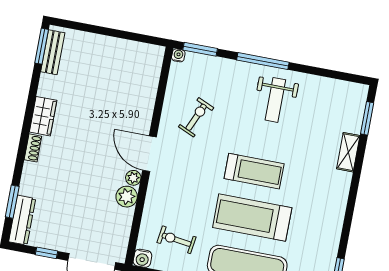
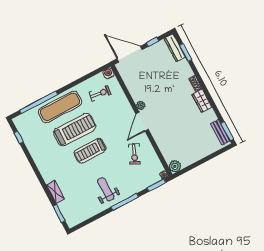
door: (149, 154) -> (142, 122), swing flipped
plant: (127, 197) -> (175, 166), moved

